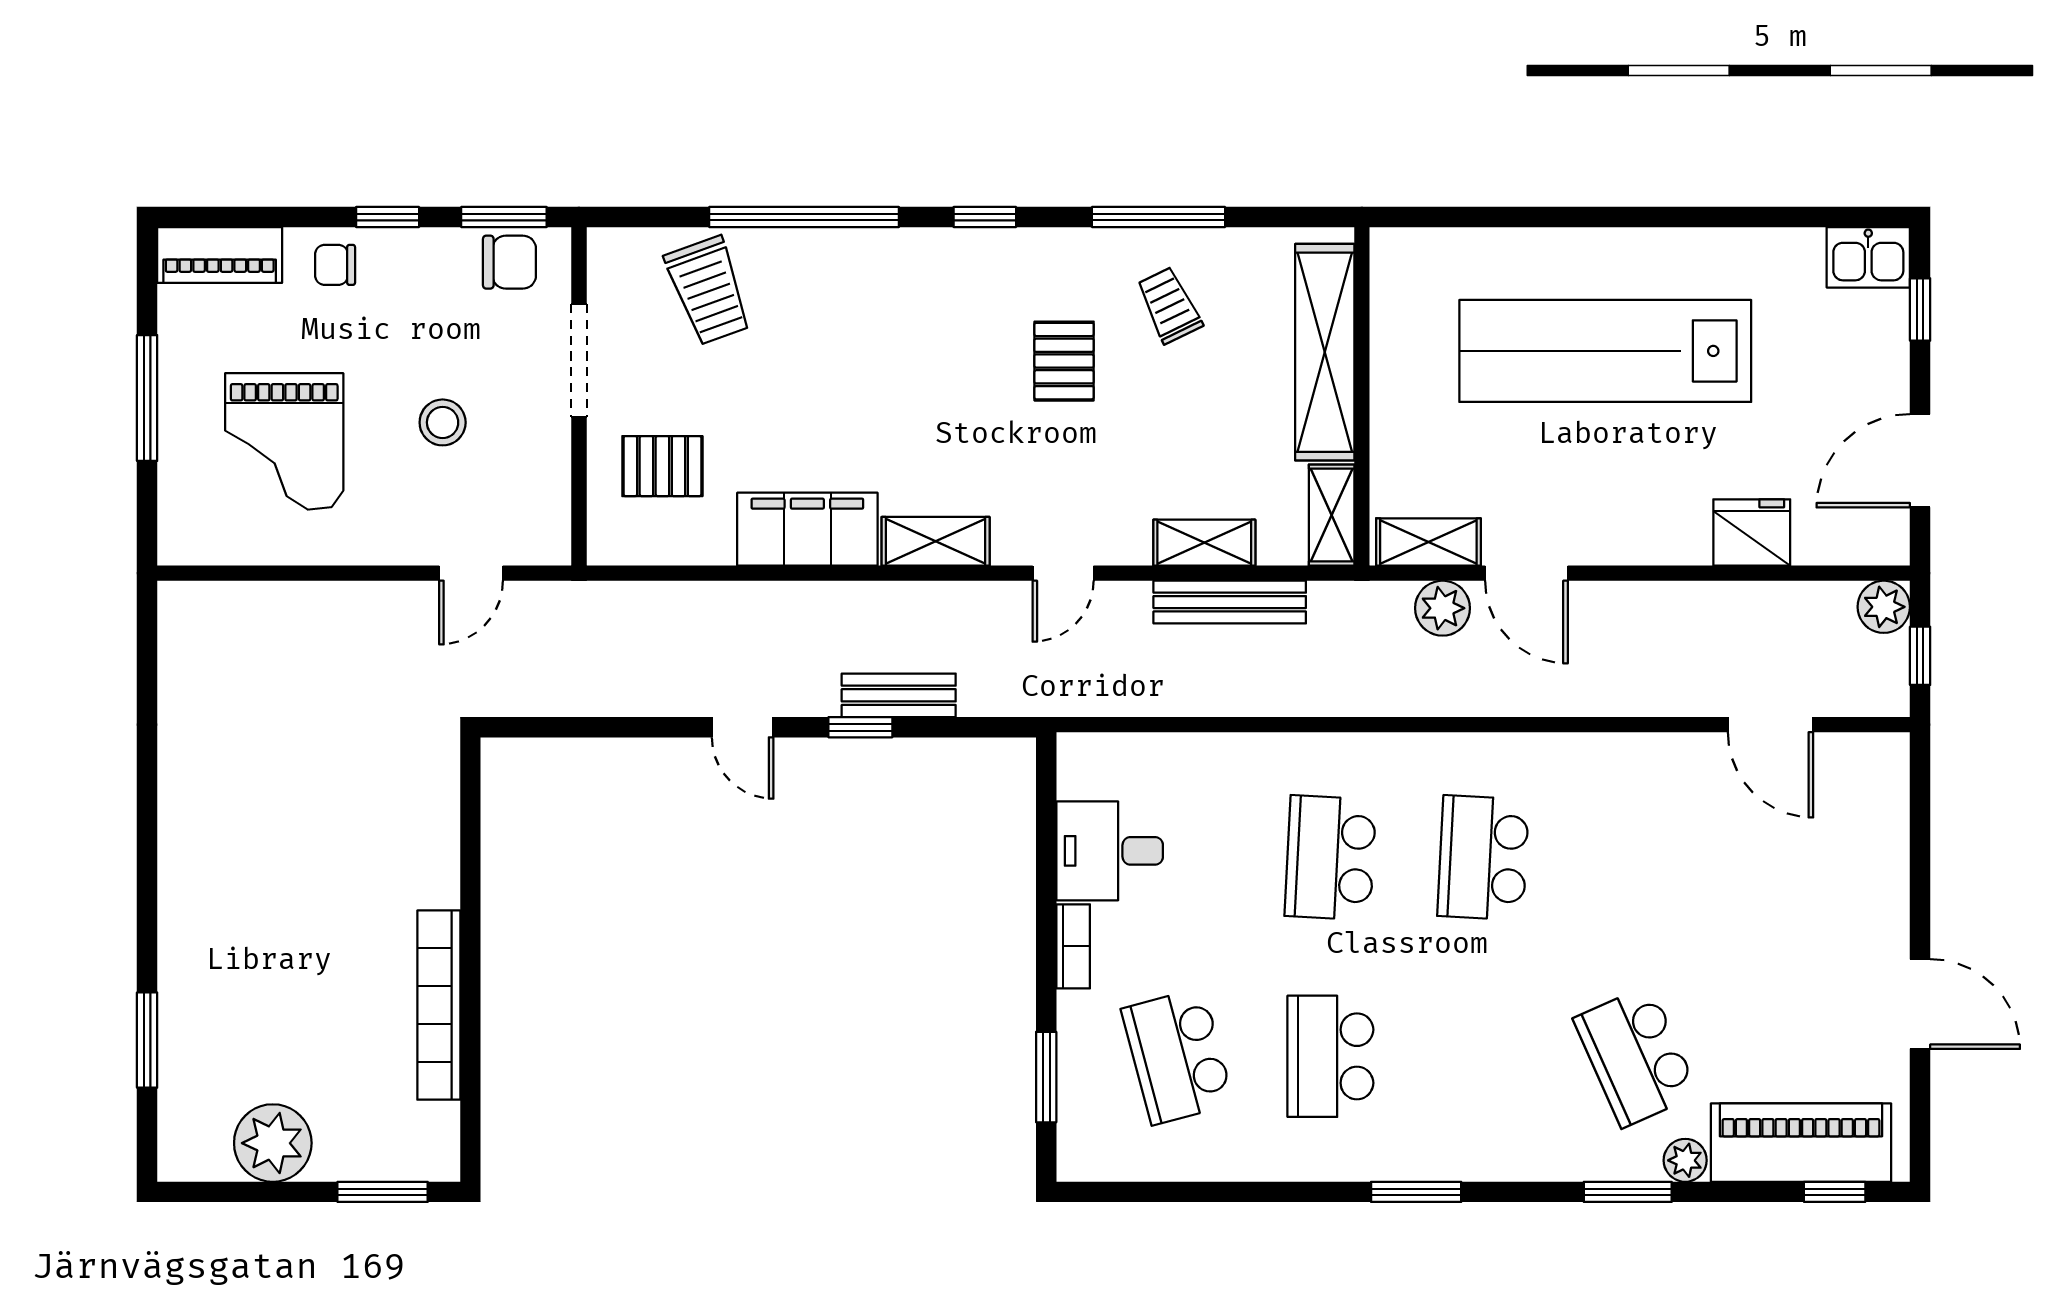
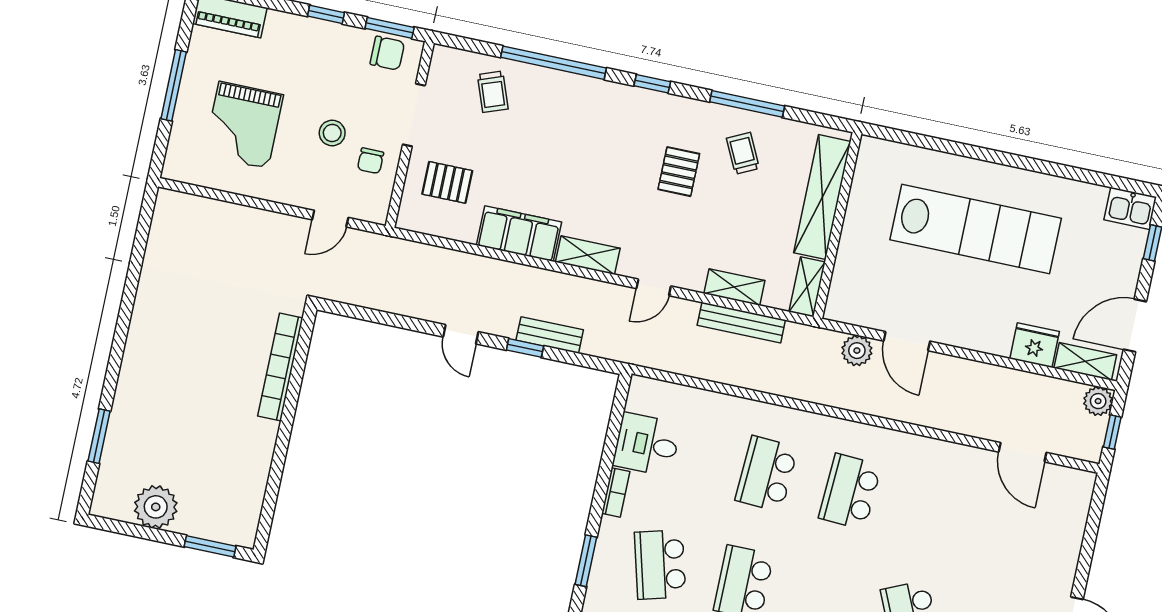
chair: (335, 265) -> (371, 161), moved, turned -90
trolley: (708, 291) -> (493, 92), width x0.73, depth x0.72
lab bench: (1605, 351) -> (976, 229), turned 180
shelving: (1428, 542) -> (1085, 361), moved
bookcase: (439, 1005) -> (280, 367), moved

